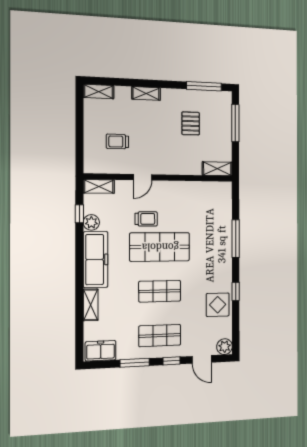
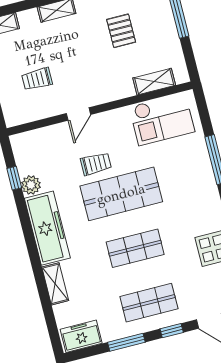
shelving: (217, 169) -> (154, 82), moved
shelving: (99, 186) -> (29, 139), removed
checkout: (204, 198) -> (162, 119), added

